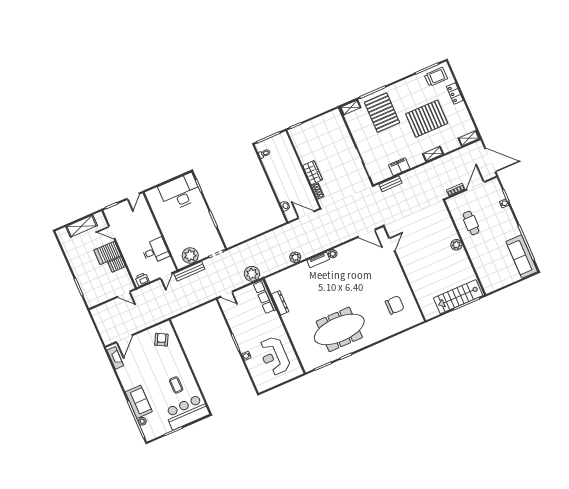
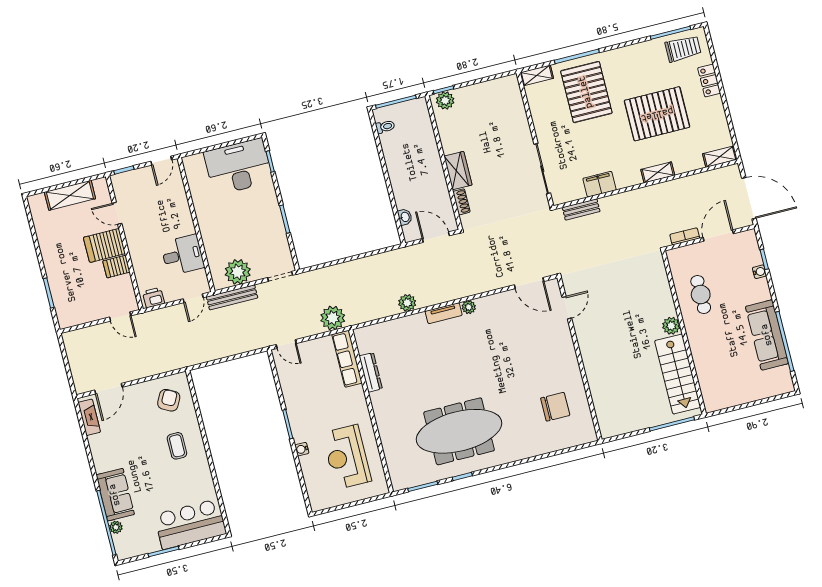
plant: (298, 132) -> (445, 100), added
sofa: (522, 257) -> (767, 335), moved
stairs: (458, 297) -> (678, 374), moved, turned -90
coffee table: (176, 385) -> (177, 446), moved

